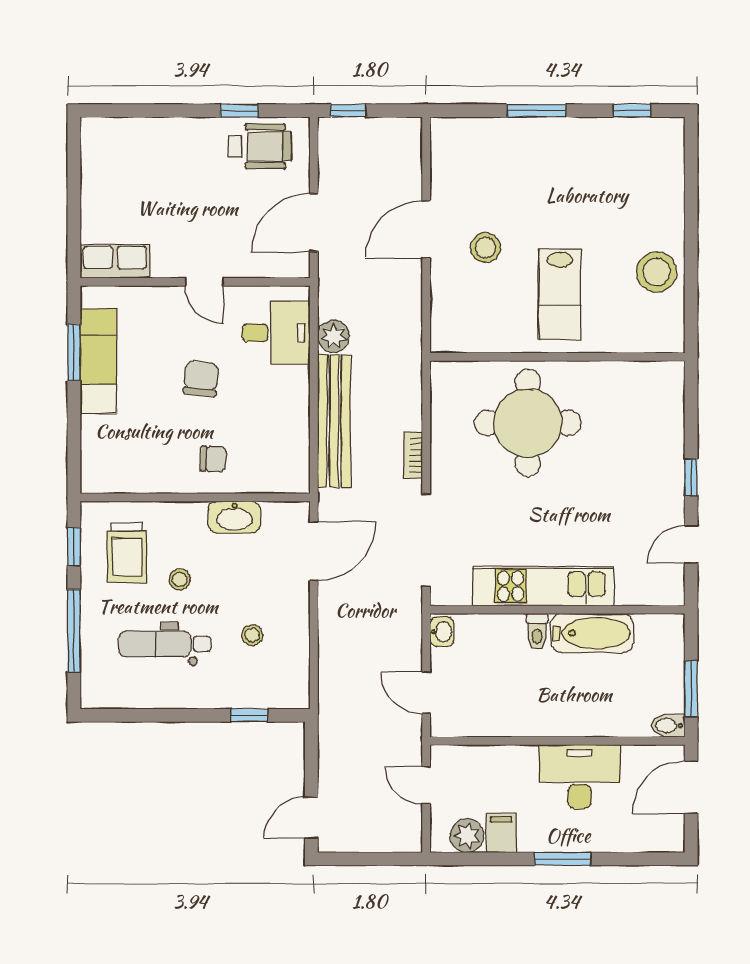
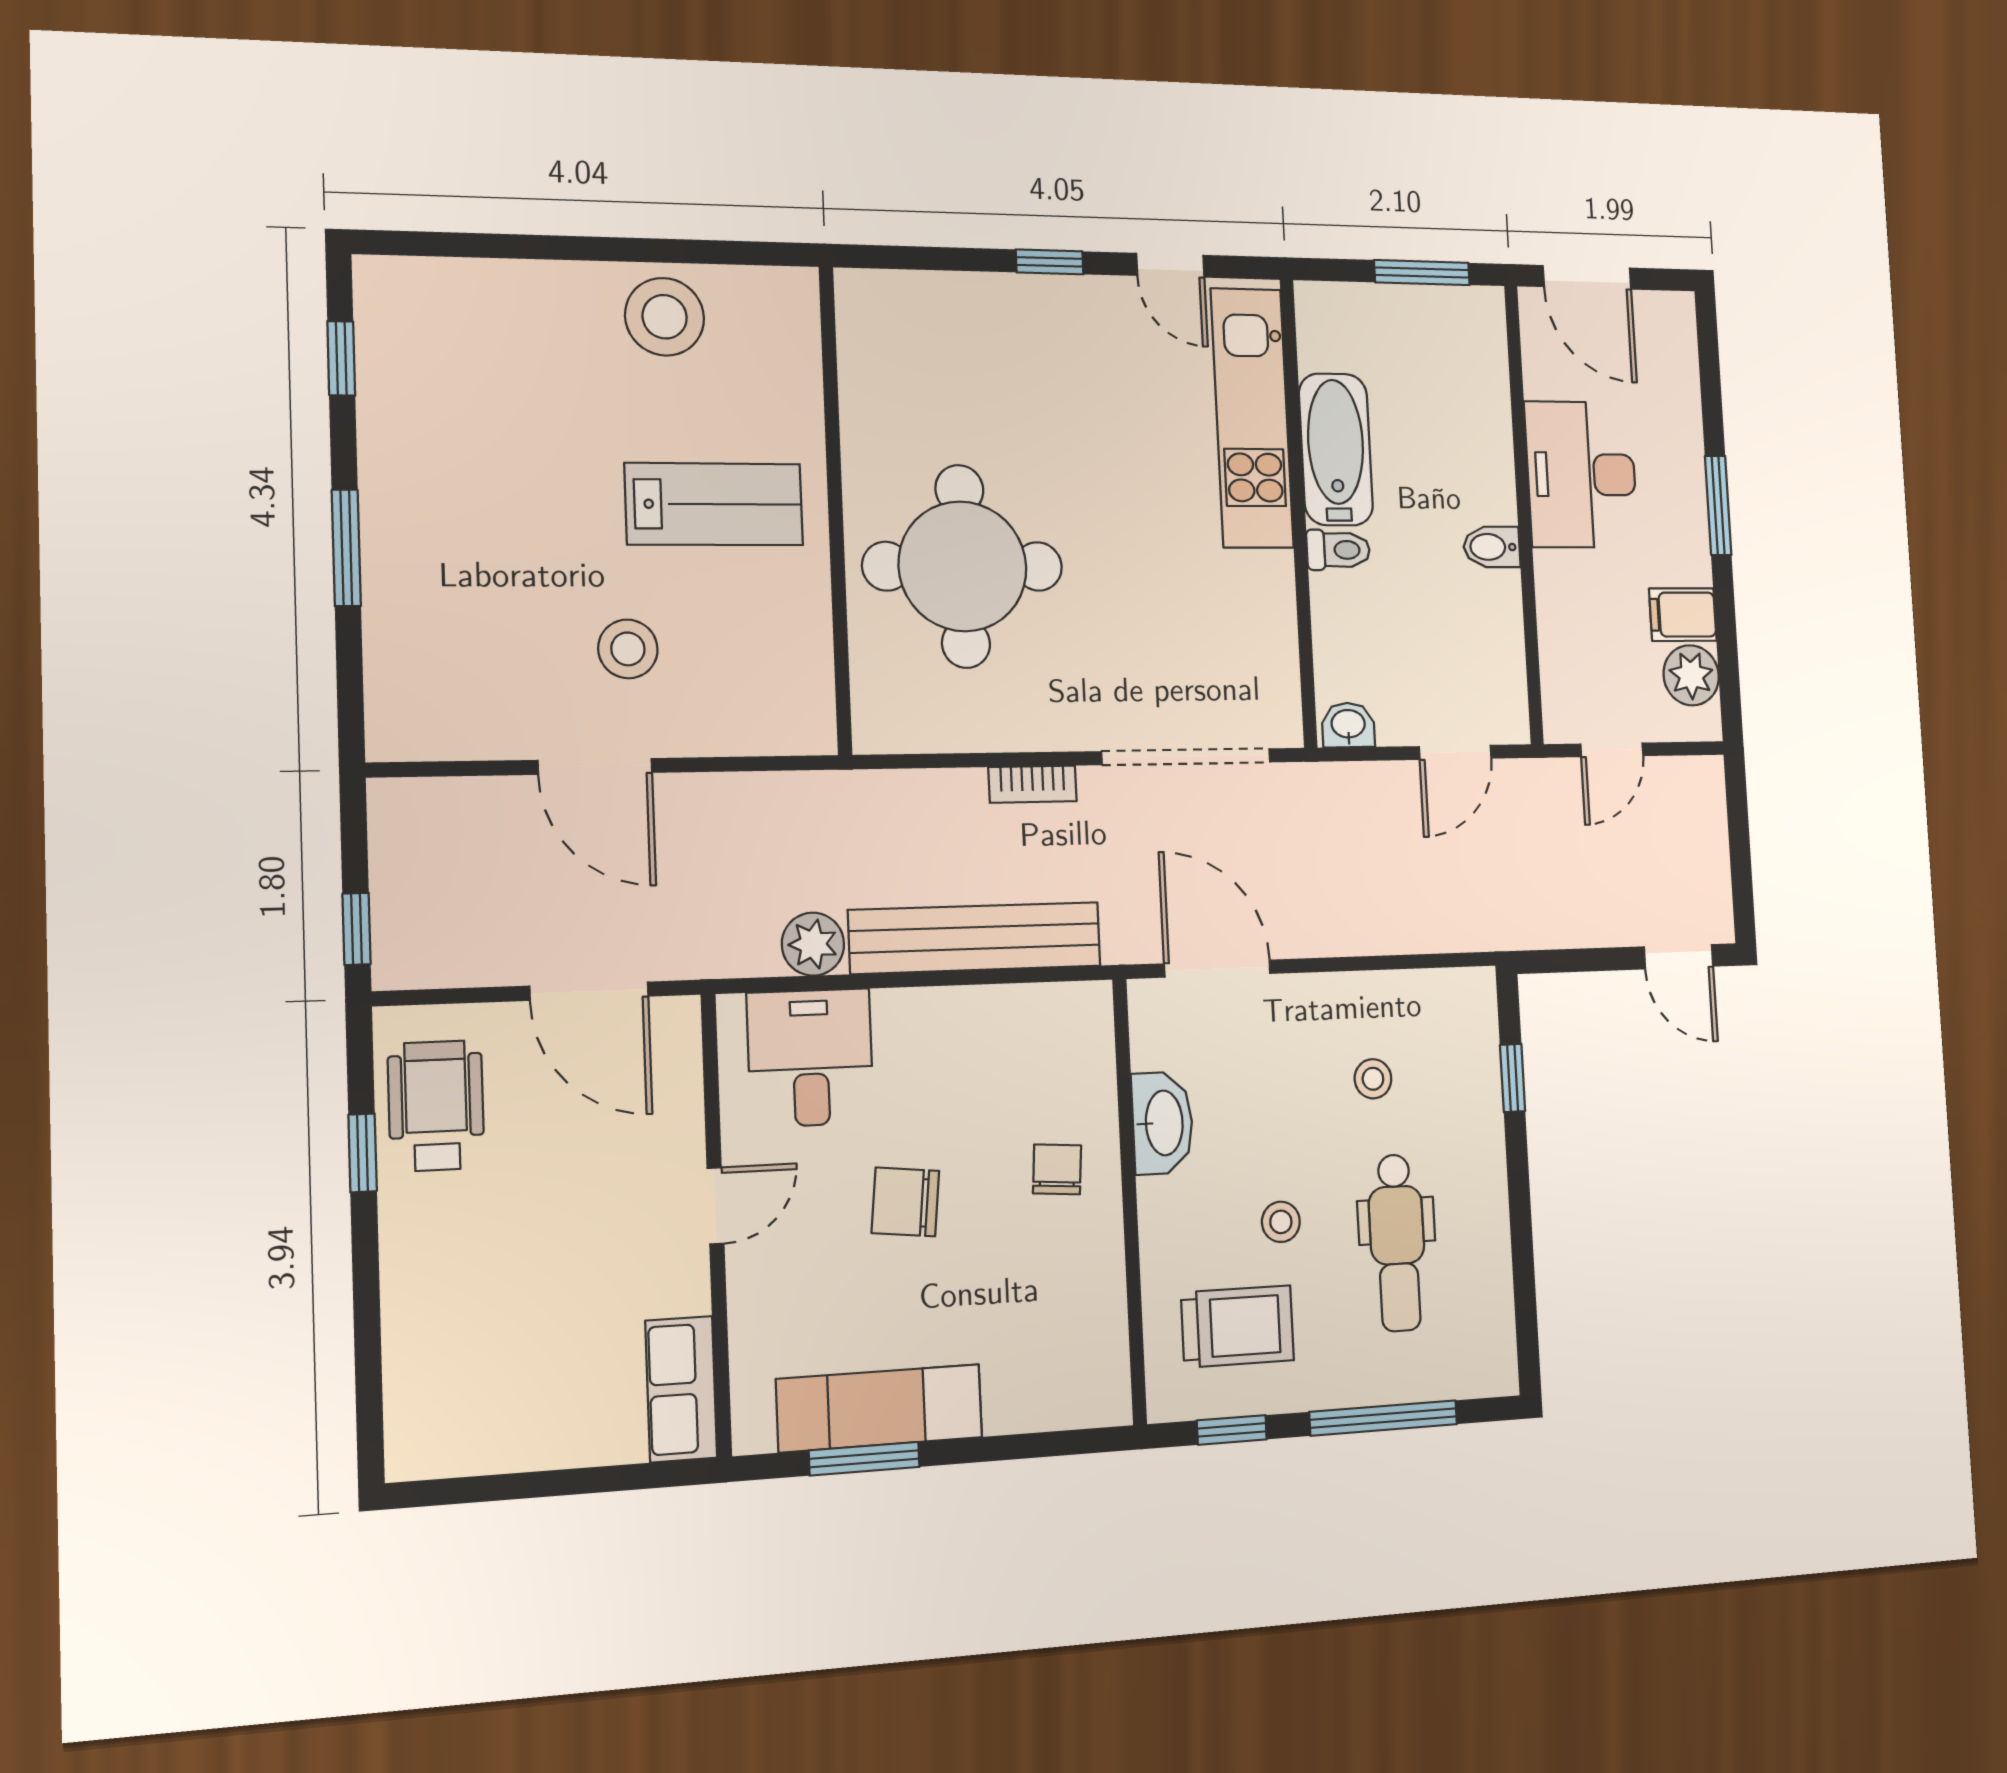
kitchen unit: (543, 586) -> (1252, 418), moved
bidet: (668, 726) -> (1492, 547), moved, turned 90

